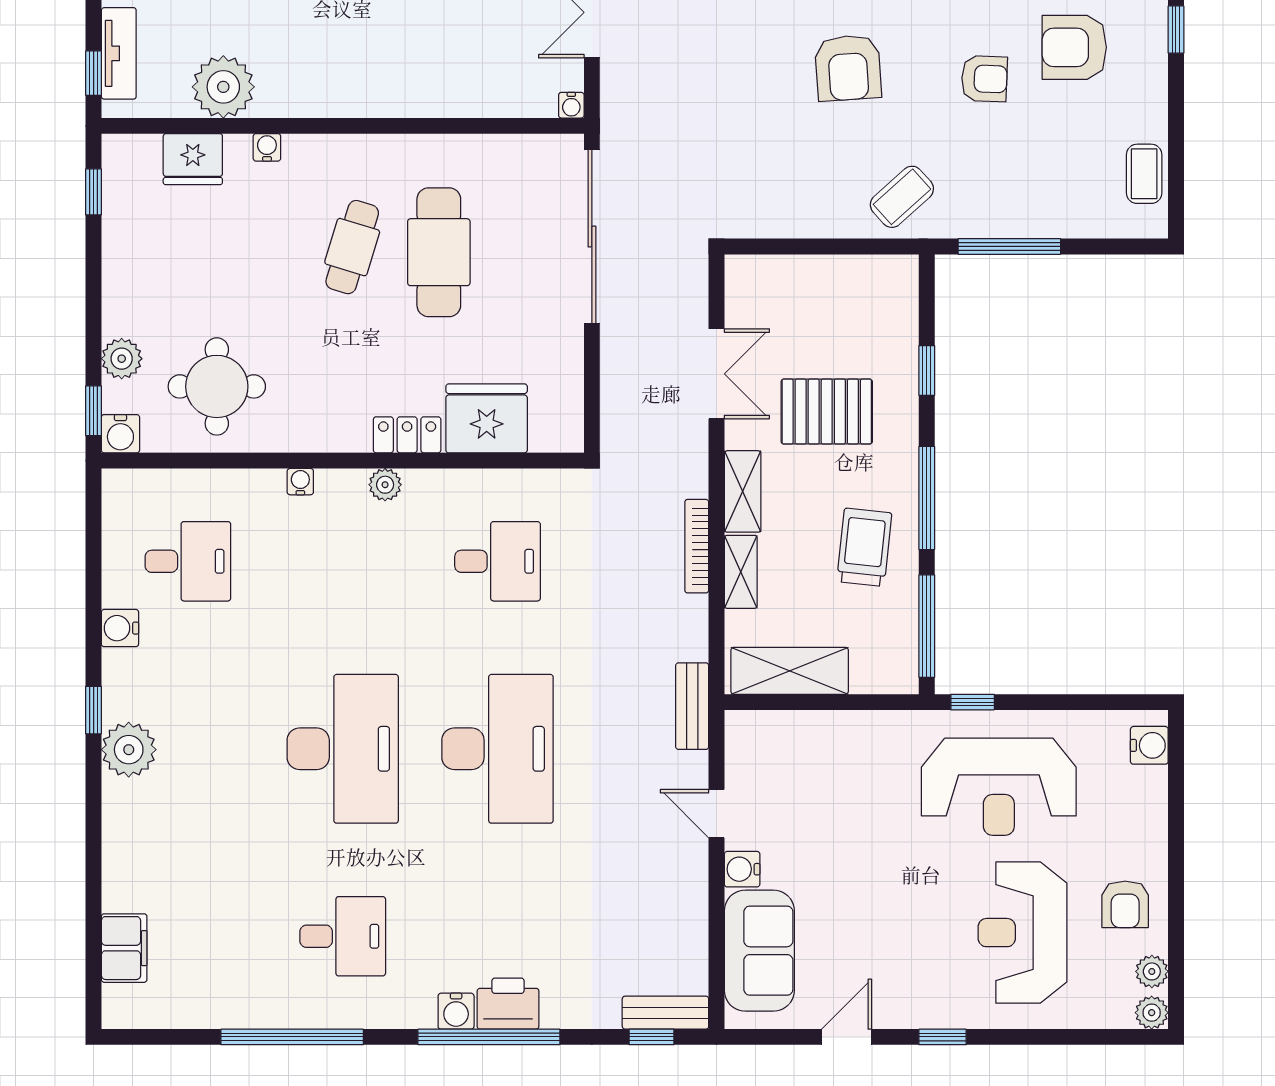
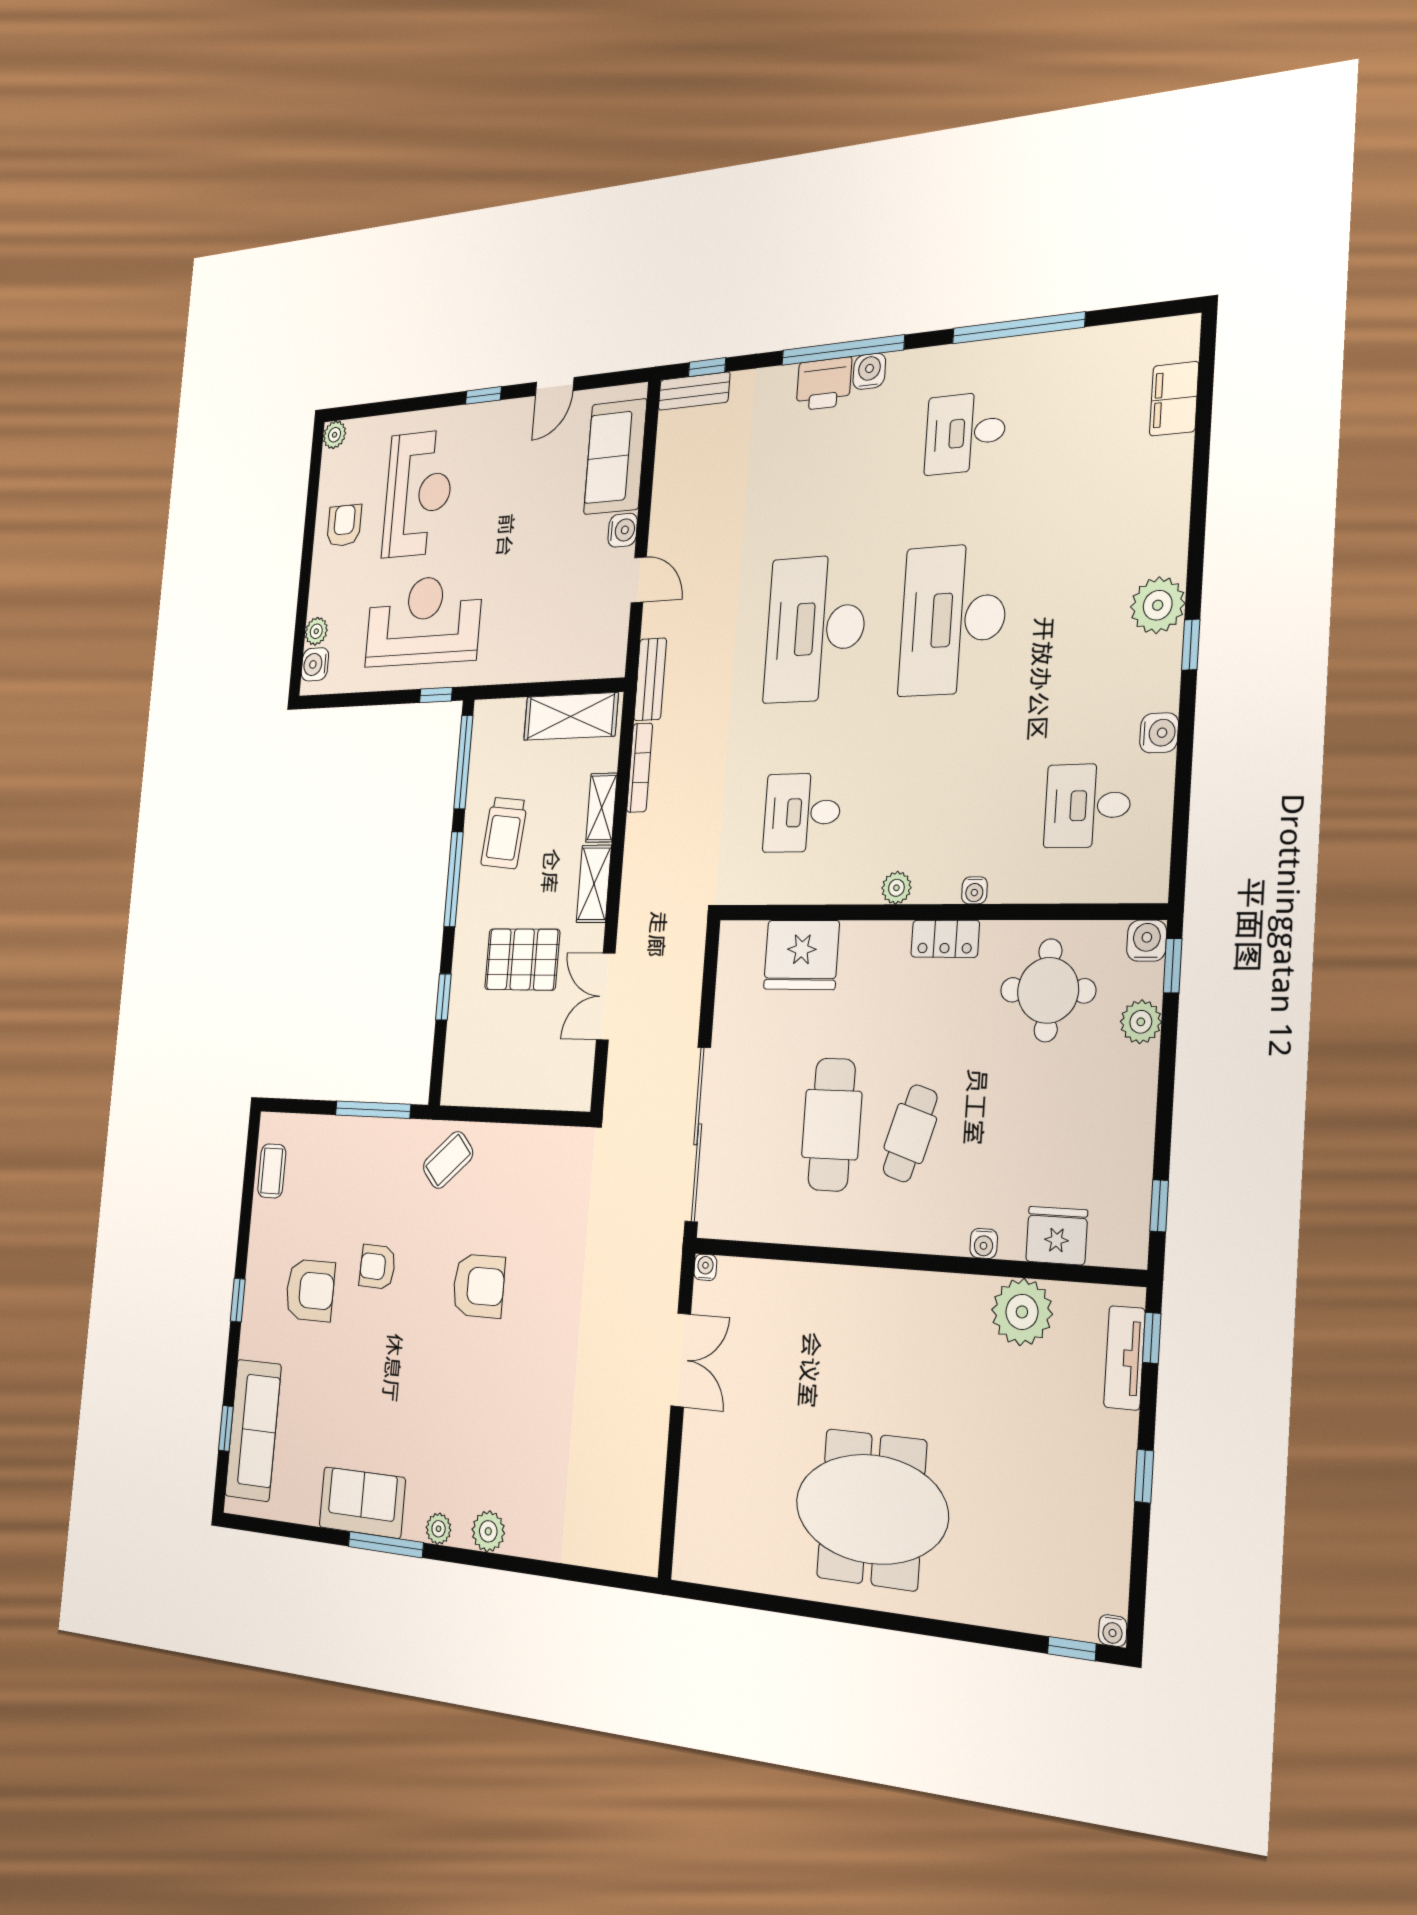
armchair: (848, 68) -> (479, 1286), turned 94
locker: (407, 435) -> (945, 939), moved
bookcase: (697, 546) -> (640, 768), moved
plant: (1152, 971) -> (316, 631), moved

